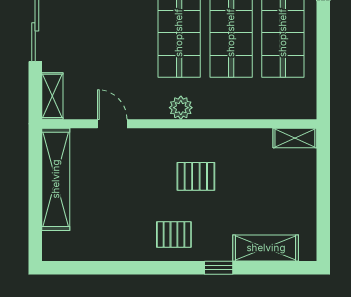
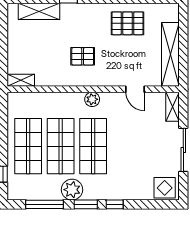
pallet: (174, 234) -> (127, 23), moved, width x1.50, depth x1.42

